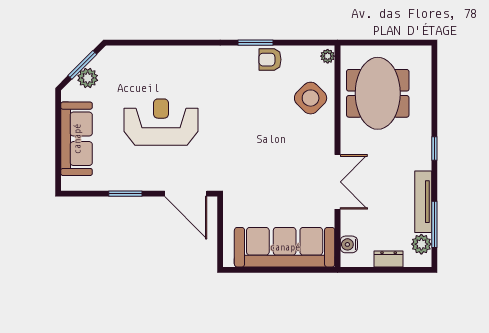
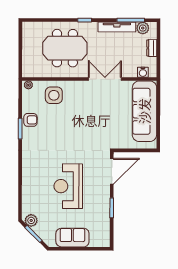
armchair: (270, 60) -> (30, 120), turned -90
plant: (88, 78) -> (31, 220), moved
meeting table: (378, 93) -> (65, 48), moved
side table: (311, 98) -> (54, 95), turned 45
sofa: (77, 139) -> (72, 238), width x0.73

